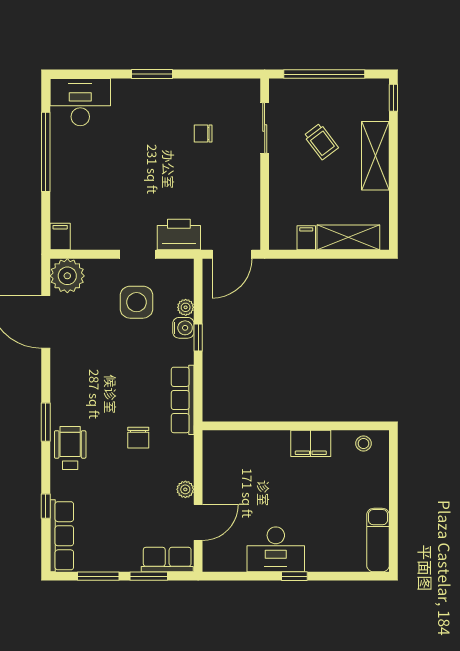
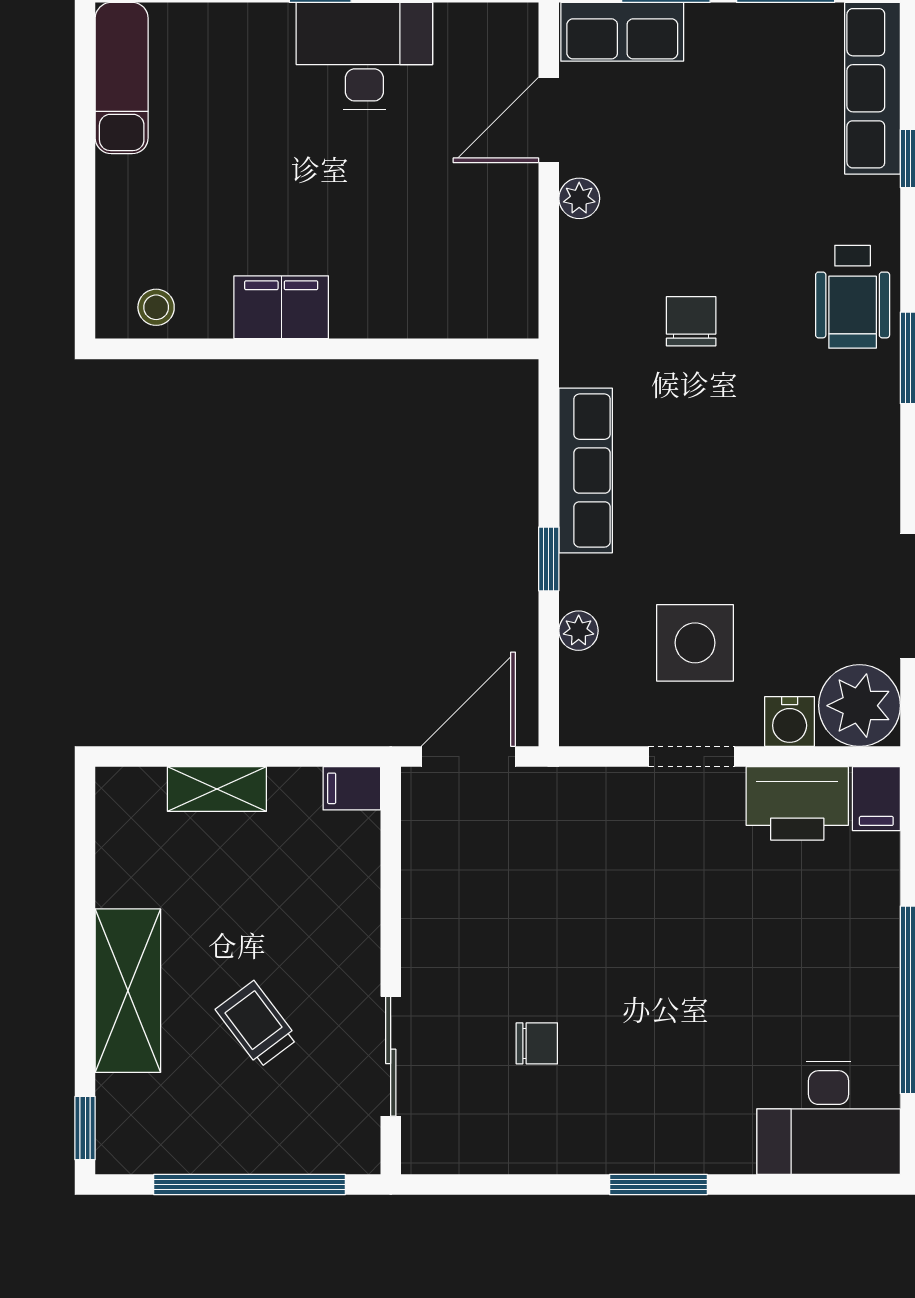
printer: (179, 235) -> (797, 803), moved
shelving: (348, 237) -> (217, 789), width x0.67, depth x0.75
filing cabinet: (306, 238) -> (352, 788), moved, turned 90
water cooler: (183, 328) -> (790, 721), moved, turned -90
row of seats: (183, 400) -> (586, 471), moved

